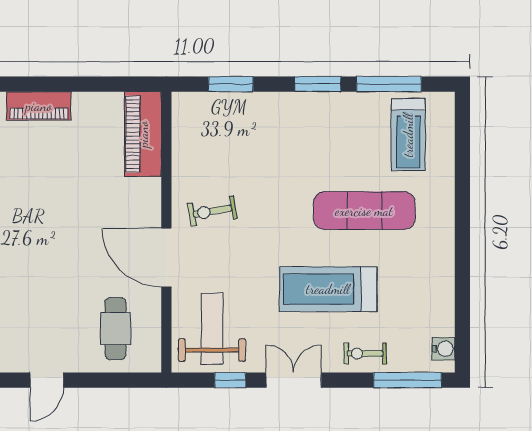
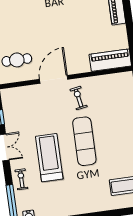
exercise mat: (364, 211) -> (84, 141), moved
weight bench: (212, 329) -> (23, 105), removed

